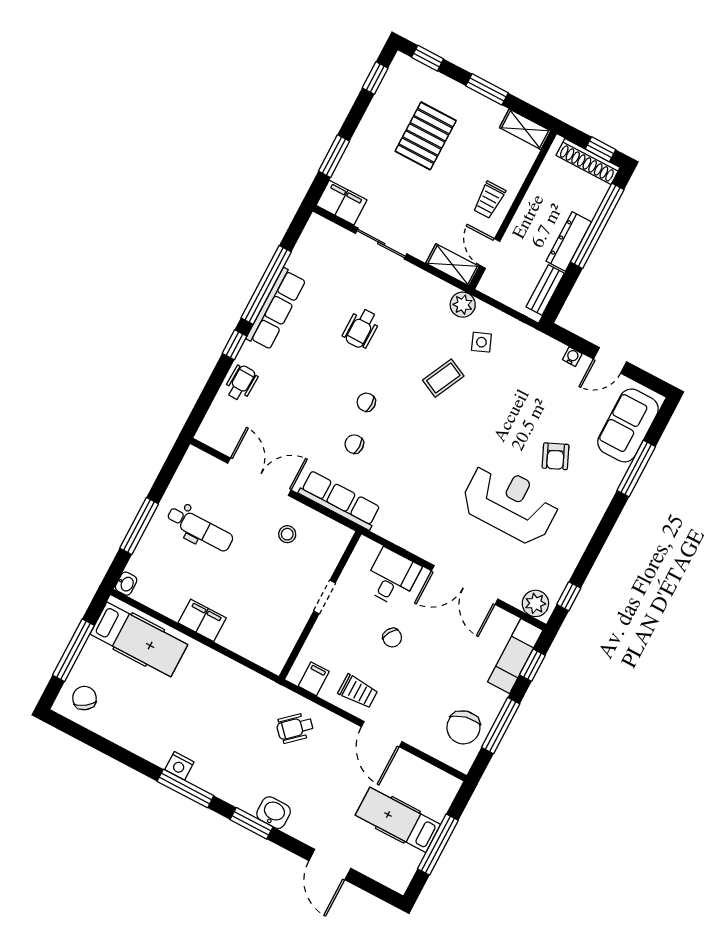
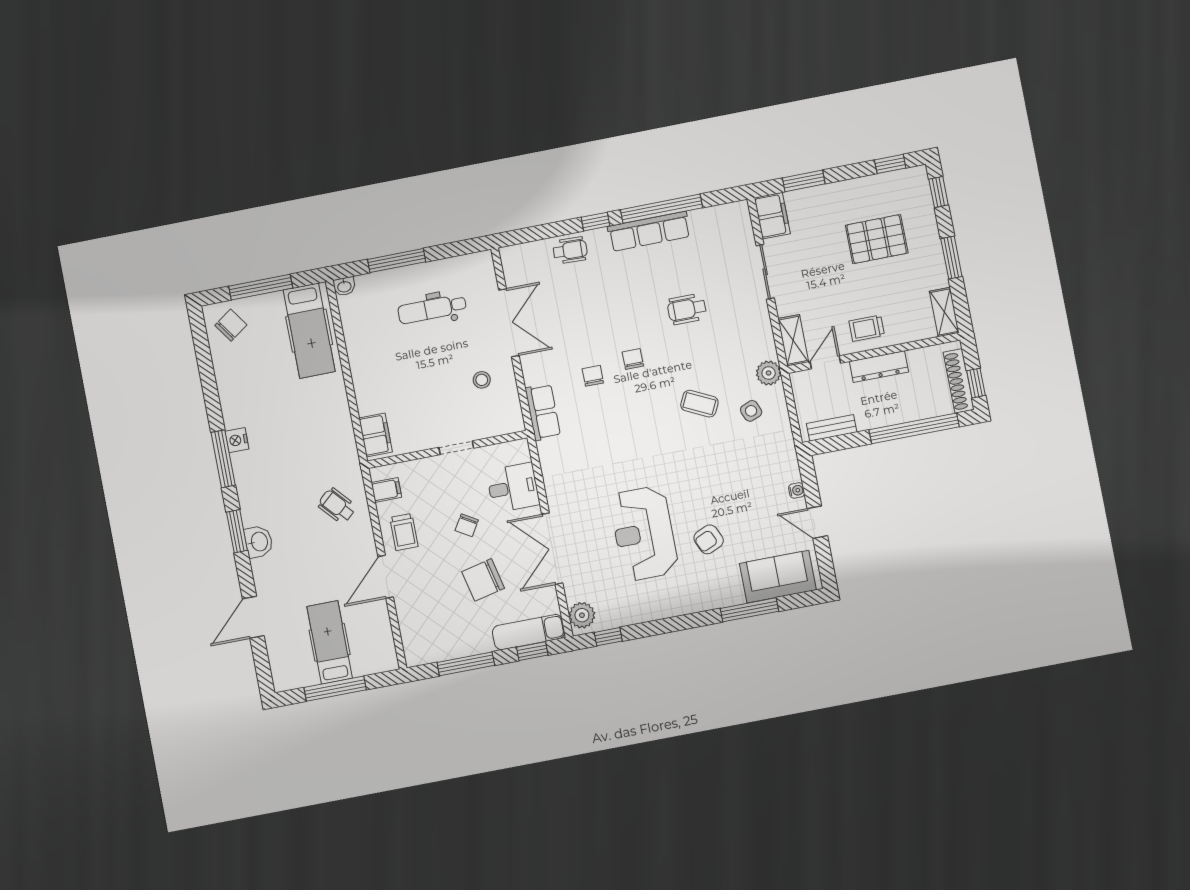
dresser: (569, 241) -> (879, 367), moved, turned 180
row of seats: (340, 500) -> (543, 412), width x0.68
reception desk: (510, 503) -> (644, 533), turned 180
dental chair: (200, 529) -> (432, 309), turned 90
filing cabinet: (202, 620) -> (376, 435), moved
chair: (463, 727) -> (483, 580), moved

